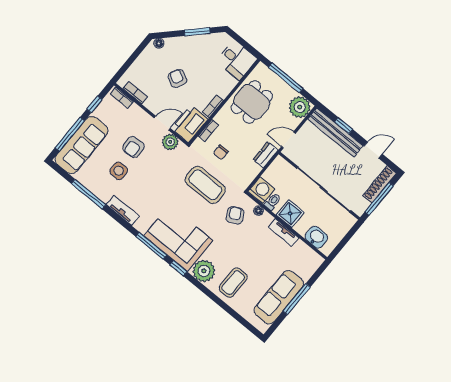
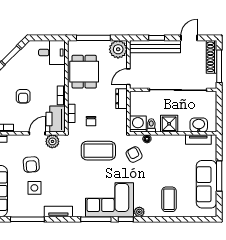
armchair: (177, 78) -> (23, 96), turned -118
tv unit: (283, 232) -> (198, 140), moved
plant: (204, 271) -> (139, 212), width x0.53, depth x0.53

